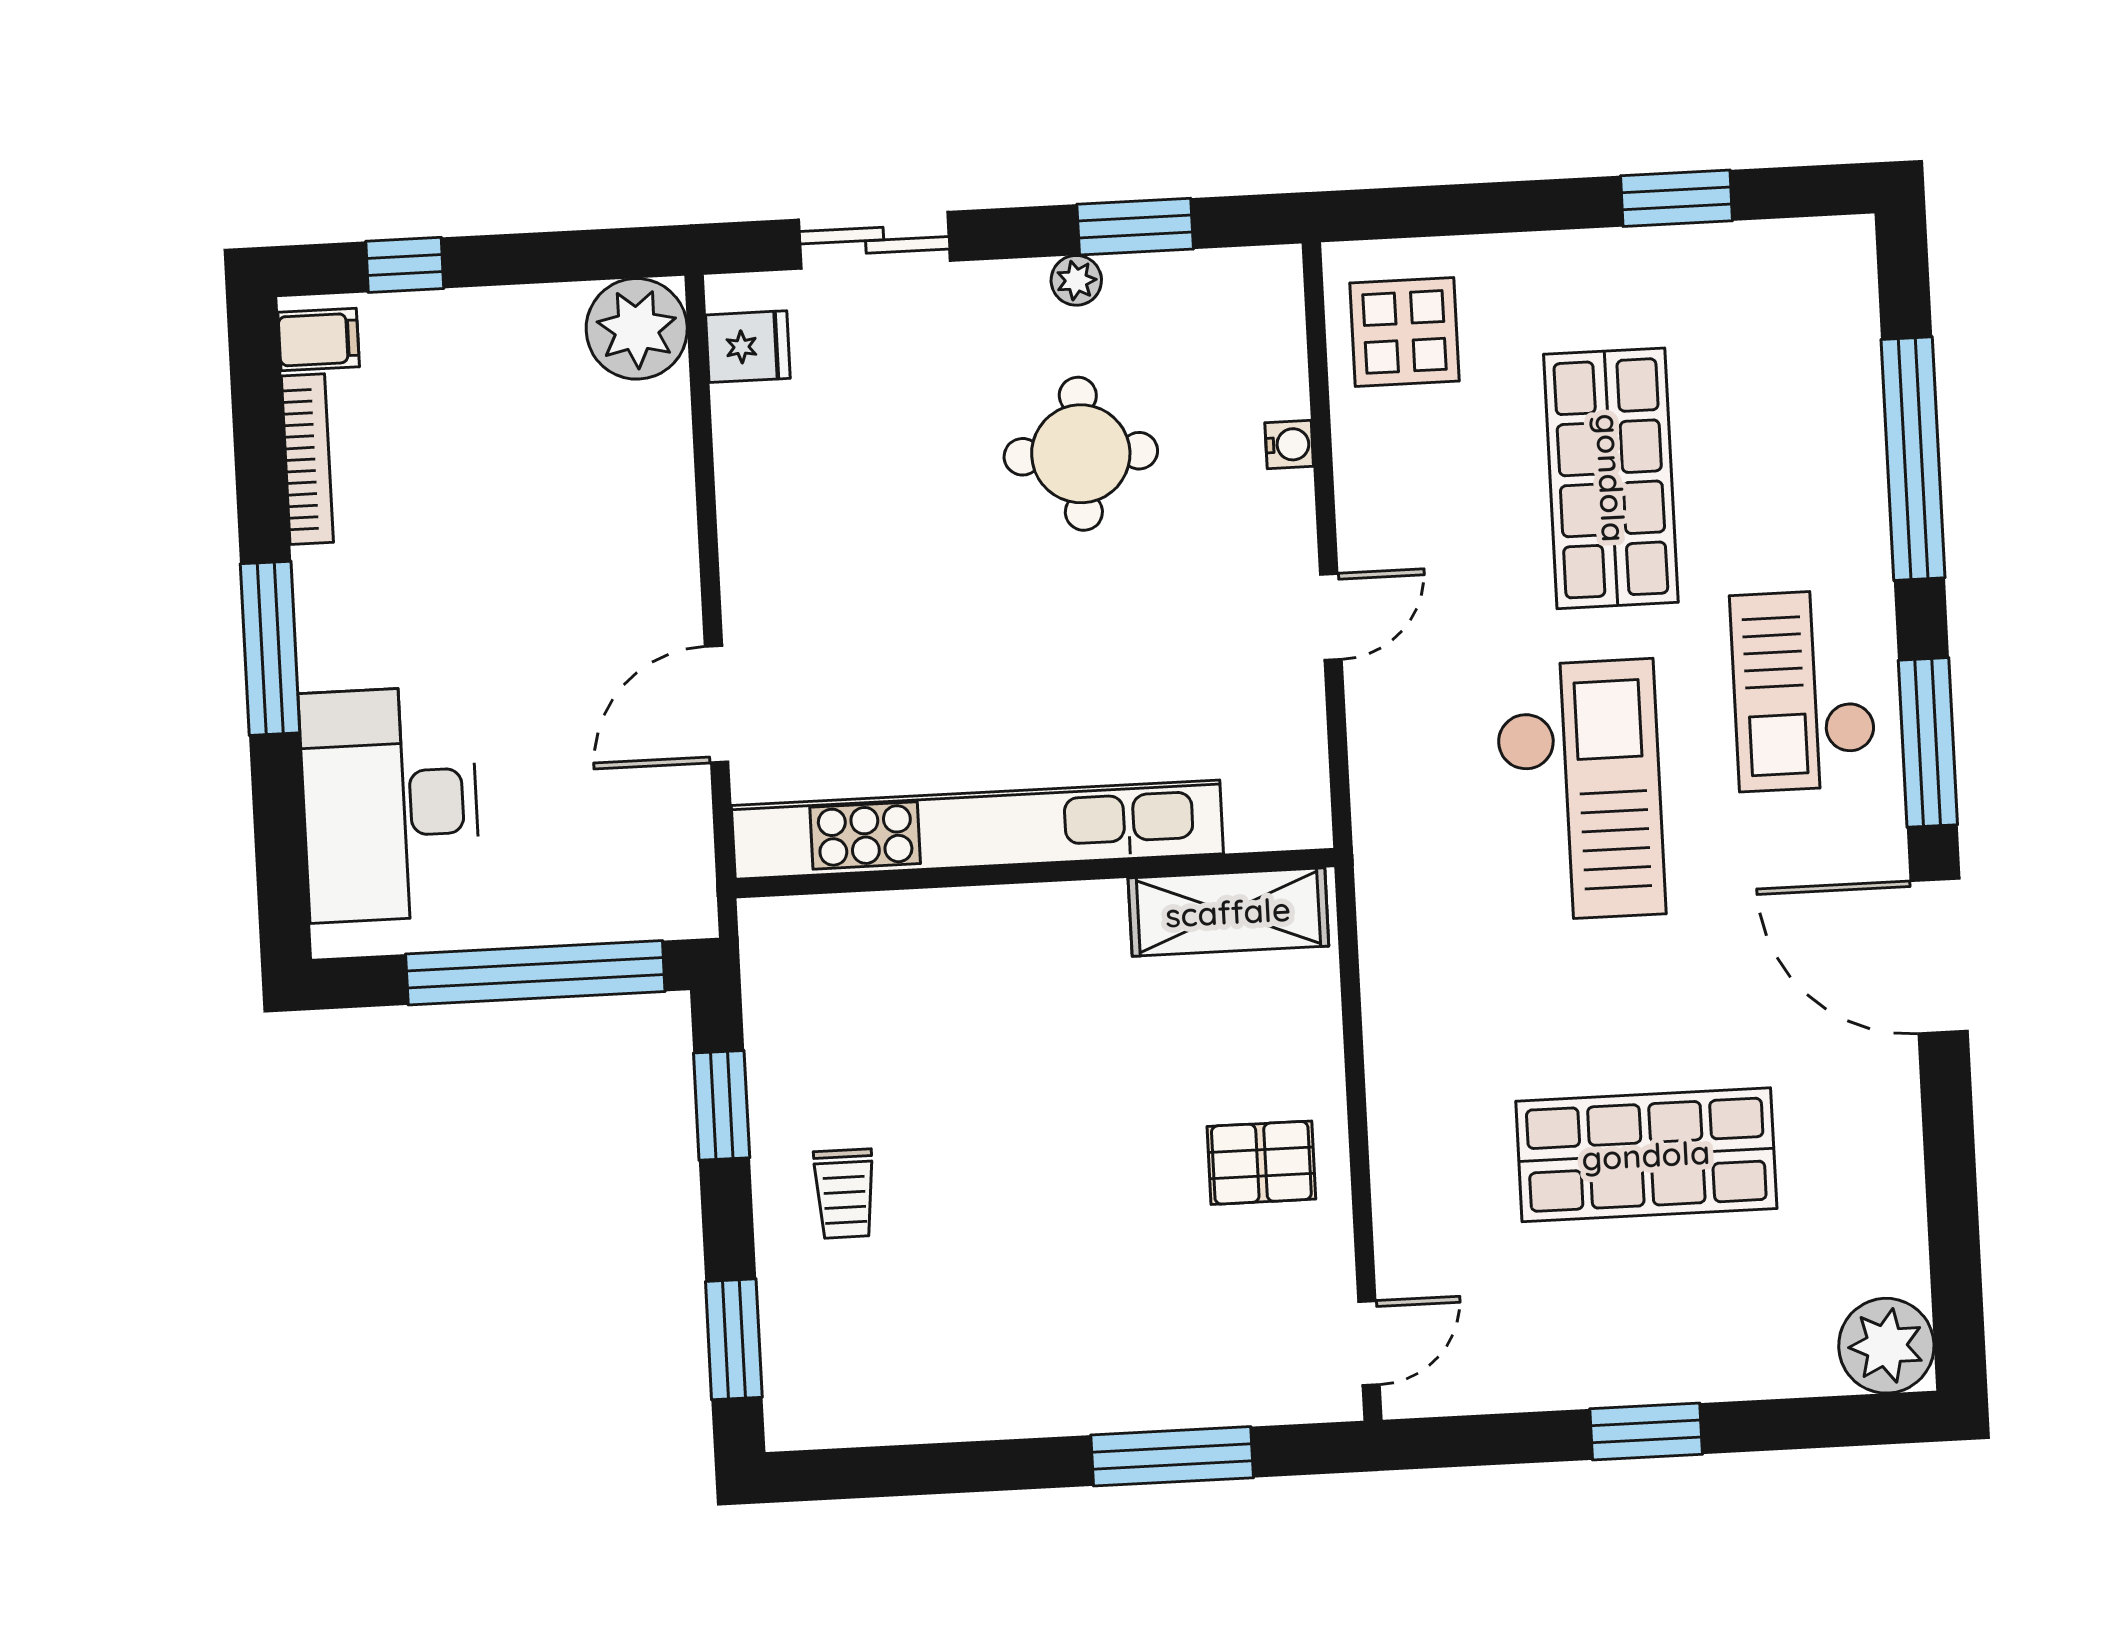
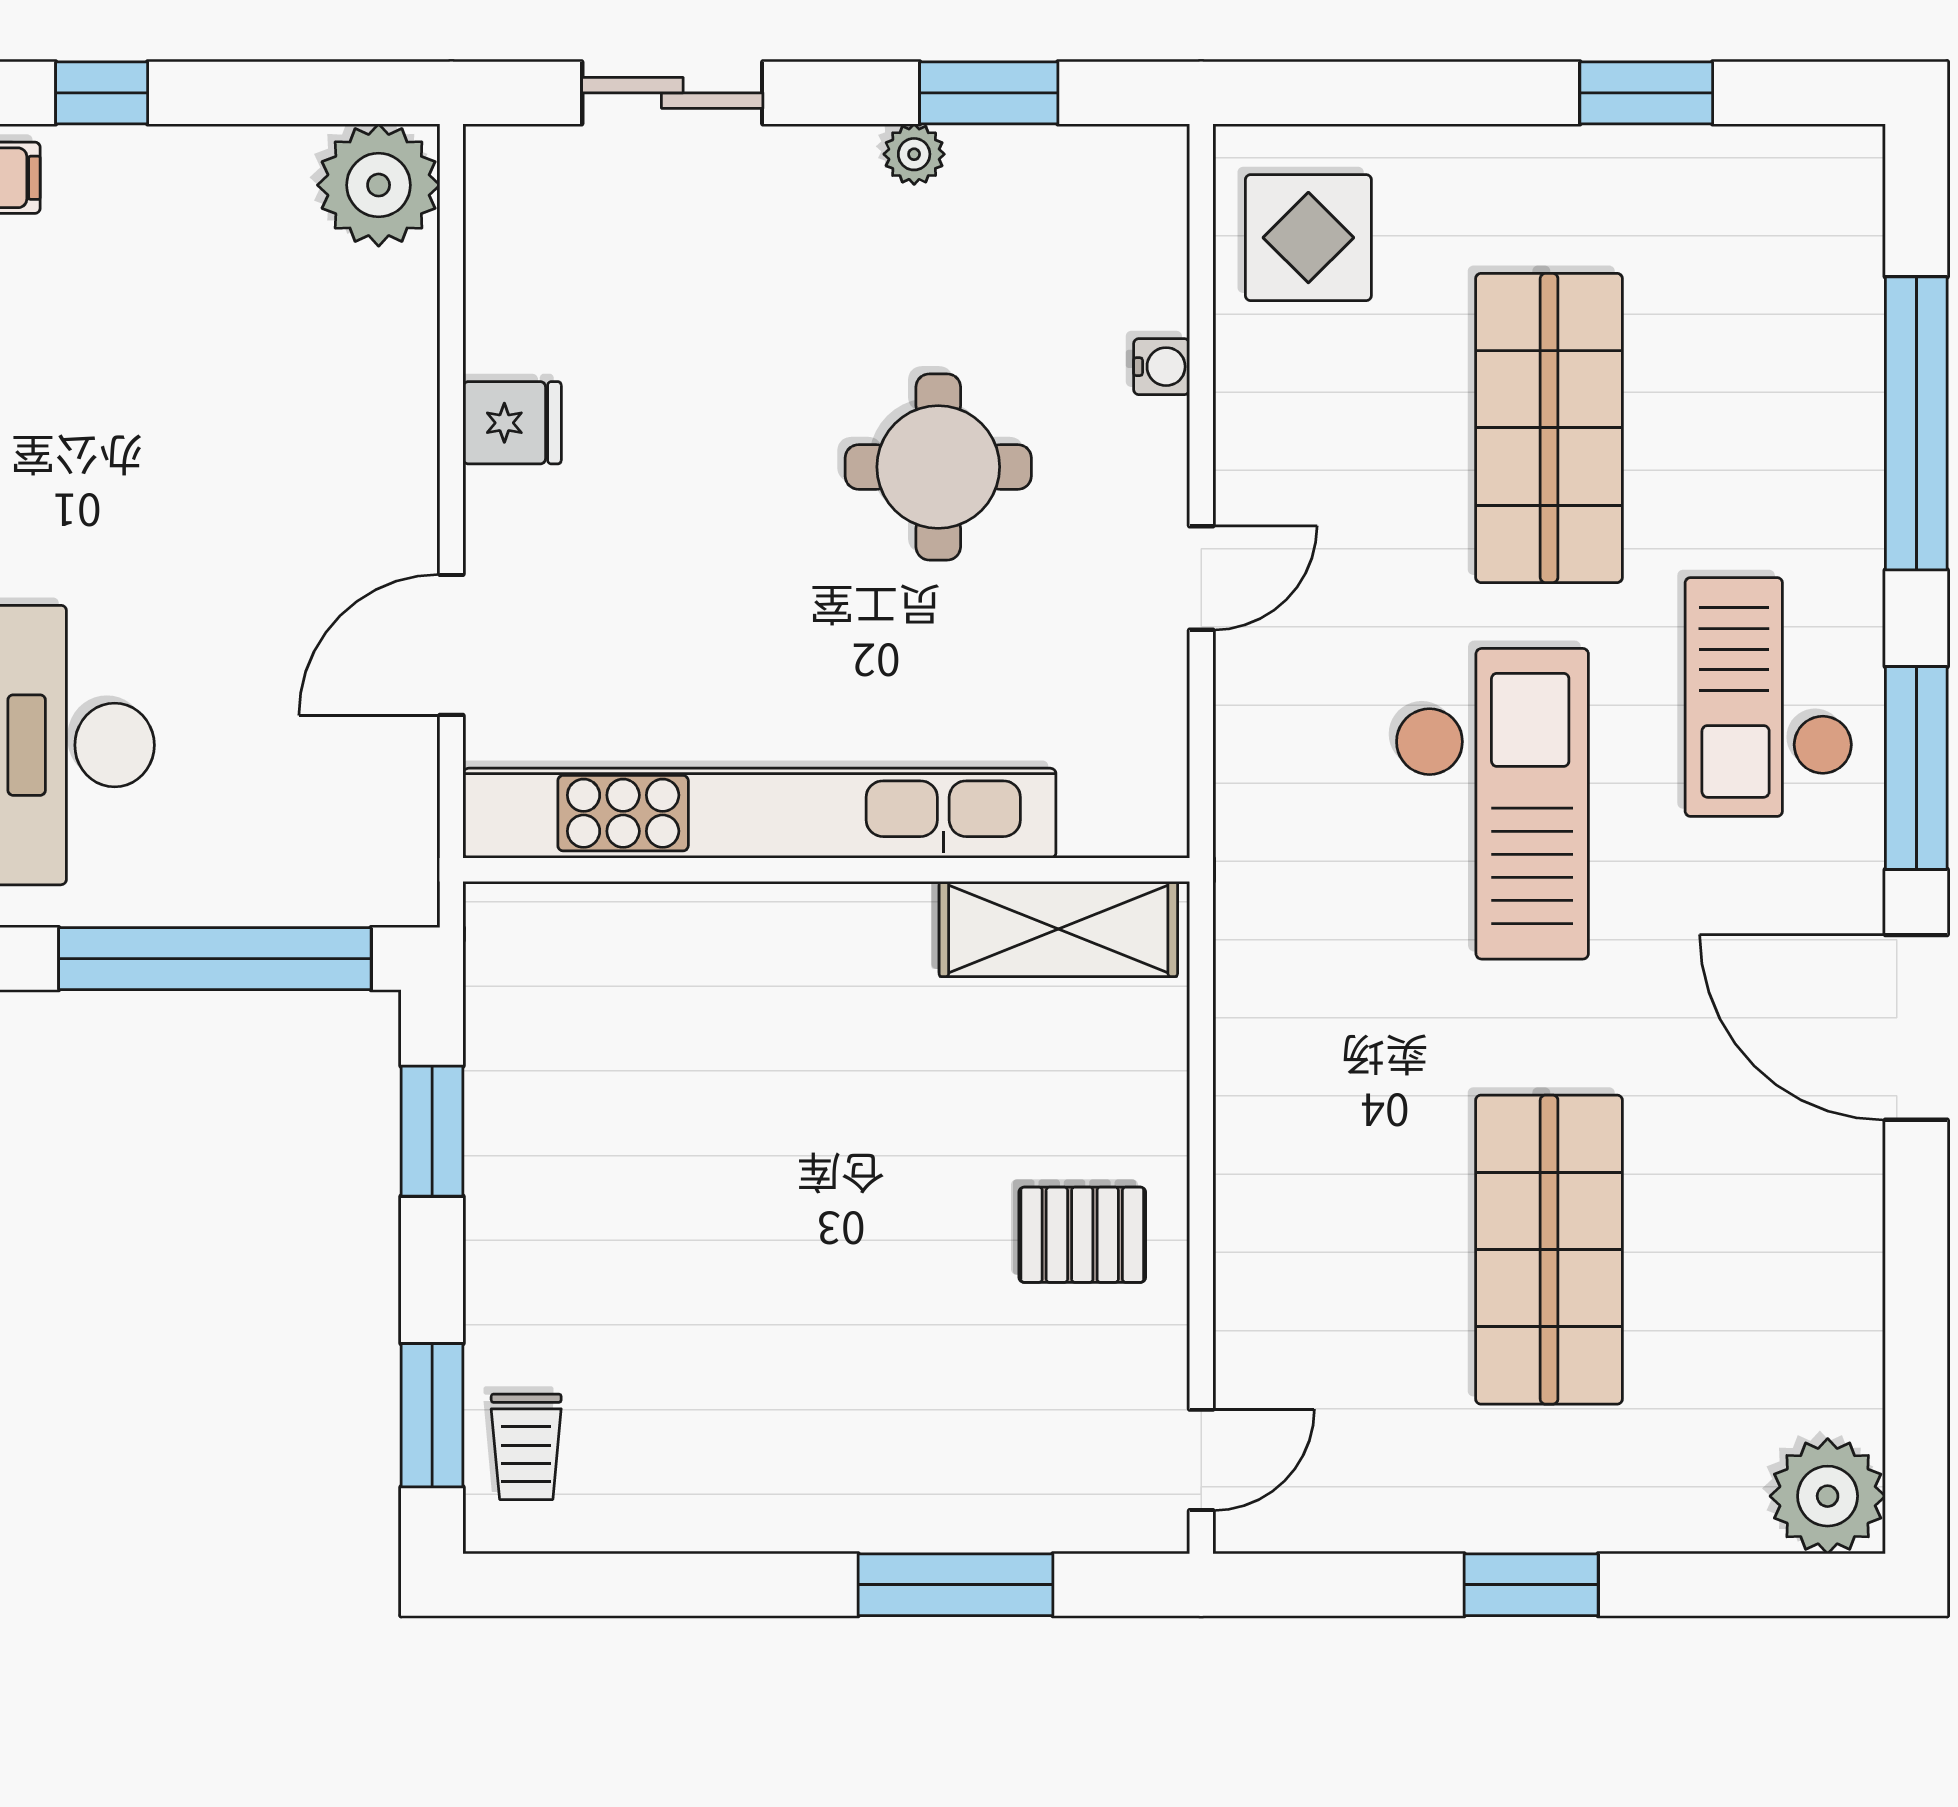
fridge: (748, 347) -> (512, 423), moved
round table: (1081, 454) -> (938, 467), moved
shop shelf: (1646, 1155) -> (1549, 1250), turned 90
trolley: (845, 1194) -> (526, 1447), moved

